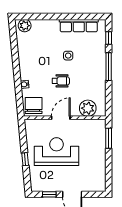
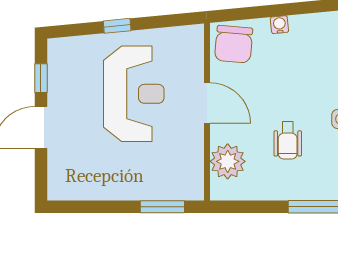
wheelchair: (61, 81) -> (288, 140), moved
chair: (34, 105) -> (234, 44), turned 95

